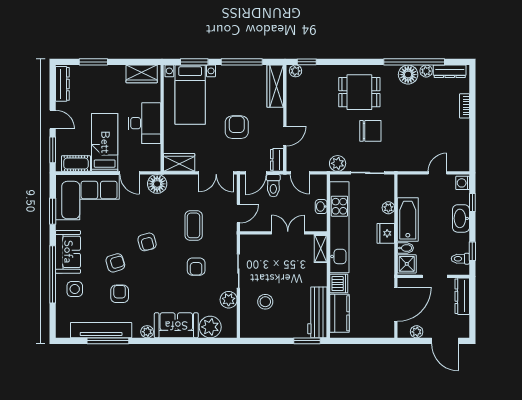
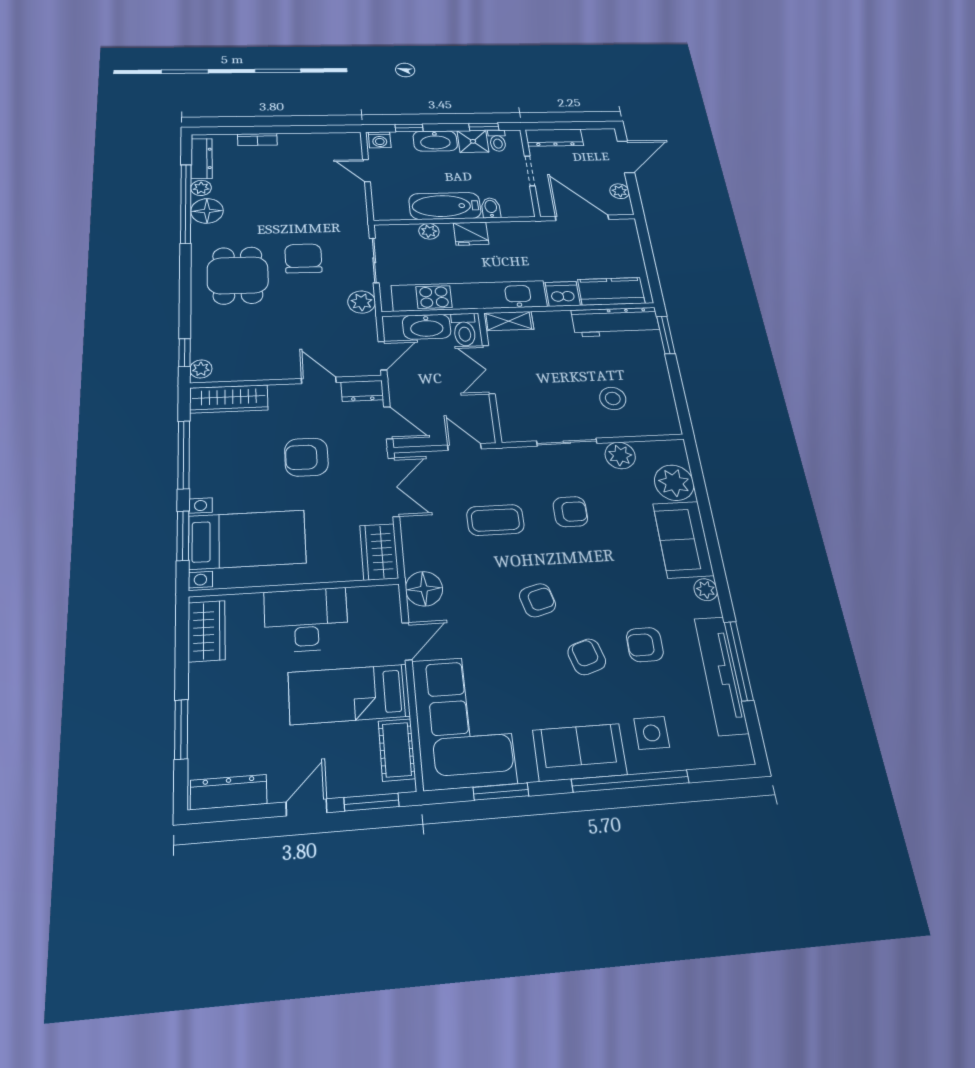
toilet: (273, 186) -> (464, 330), moved, turned 90
washbasin: (321, 207) -> (427, 327), width x1.91, depth x1.45
shower: (407, 264) -> (473, 141), moved

